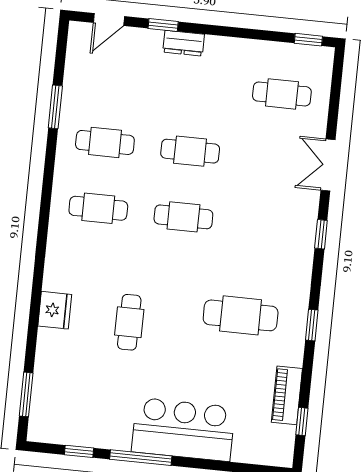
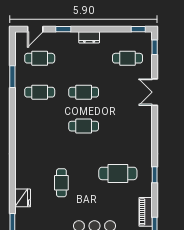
dresser: (184, 43) -> (89, 37), moved
cafe table: (98, 208) -> (40, 58), moved
window: (321, 234) -> (155, 47), moved
fridge: (55, 310) -> (23, 198), moved

